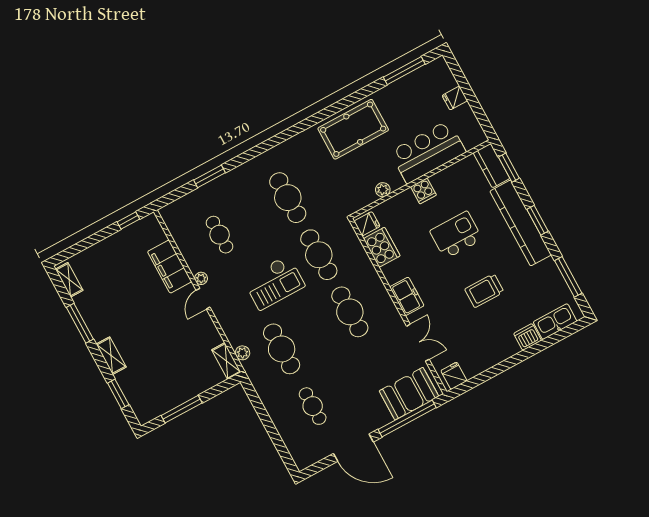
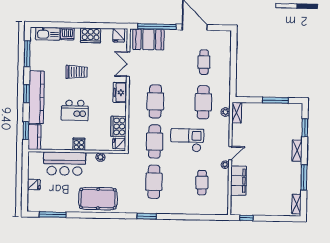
window: (210, 176) -> (147, 216), moved
cooker: (494, 353) -> (91, 35), added

